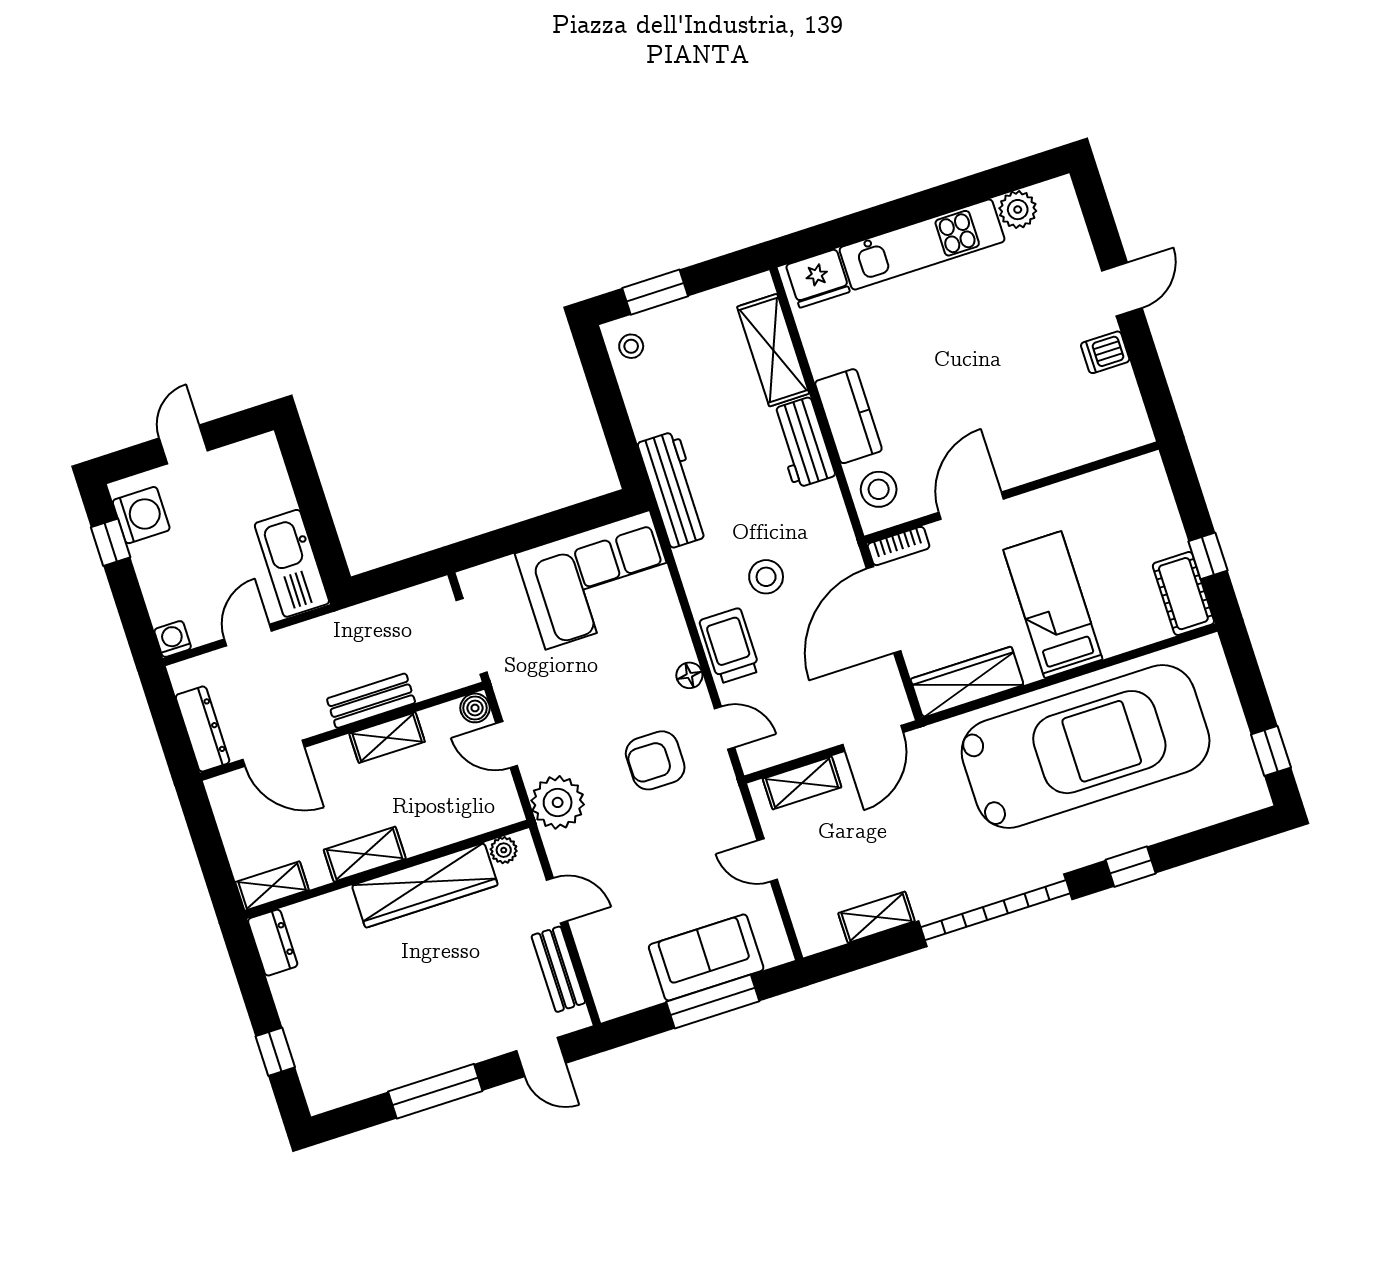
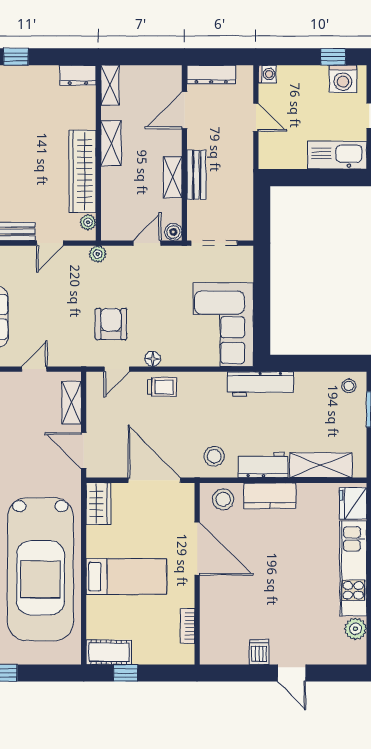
door: (971, 506) -> (197, 549), width x1.36
bookcase: (899, 546) -> (188, 626), moved
kitchen sink: (292, 563) -> (337, 155), moved
stool: (766, 577) -> (214, 456), moved
trolley: (730, 646) -> (162, 387), width x0.73, depth x0.72
wardrobe: (967, 682) -> (98, 504), width x0.67
plant: (558, 802) -> (98, 254), width x0.53, depth x0.53

